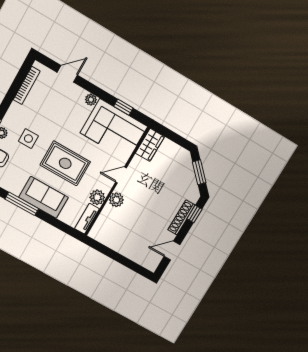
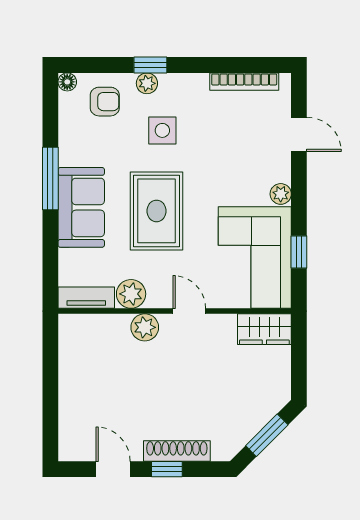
window: (194, 214) -> (167, 469), moved

